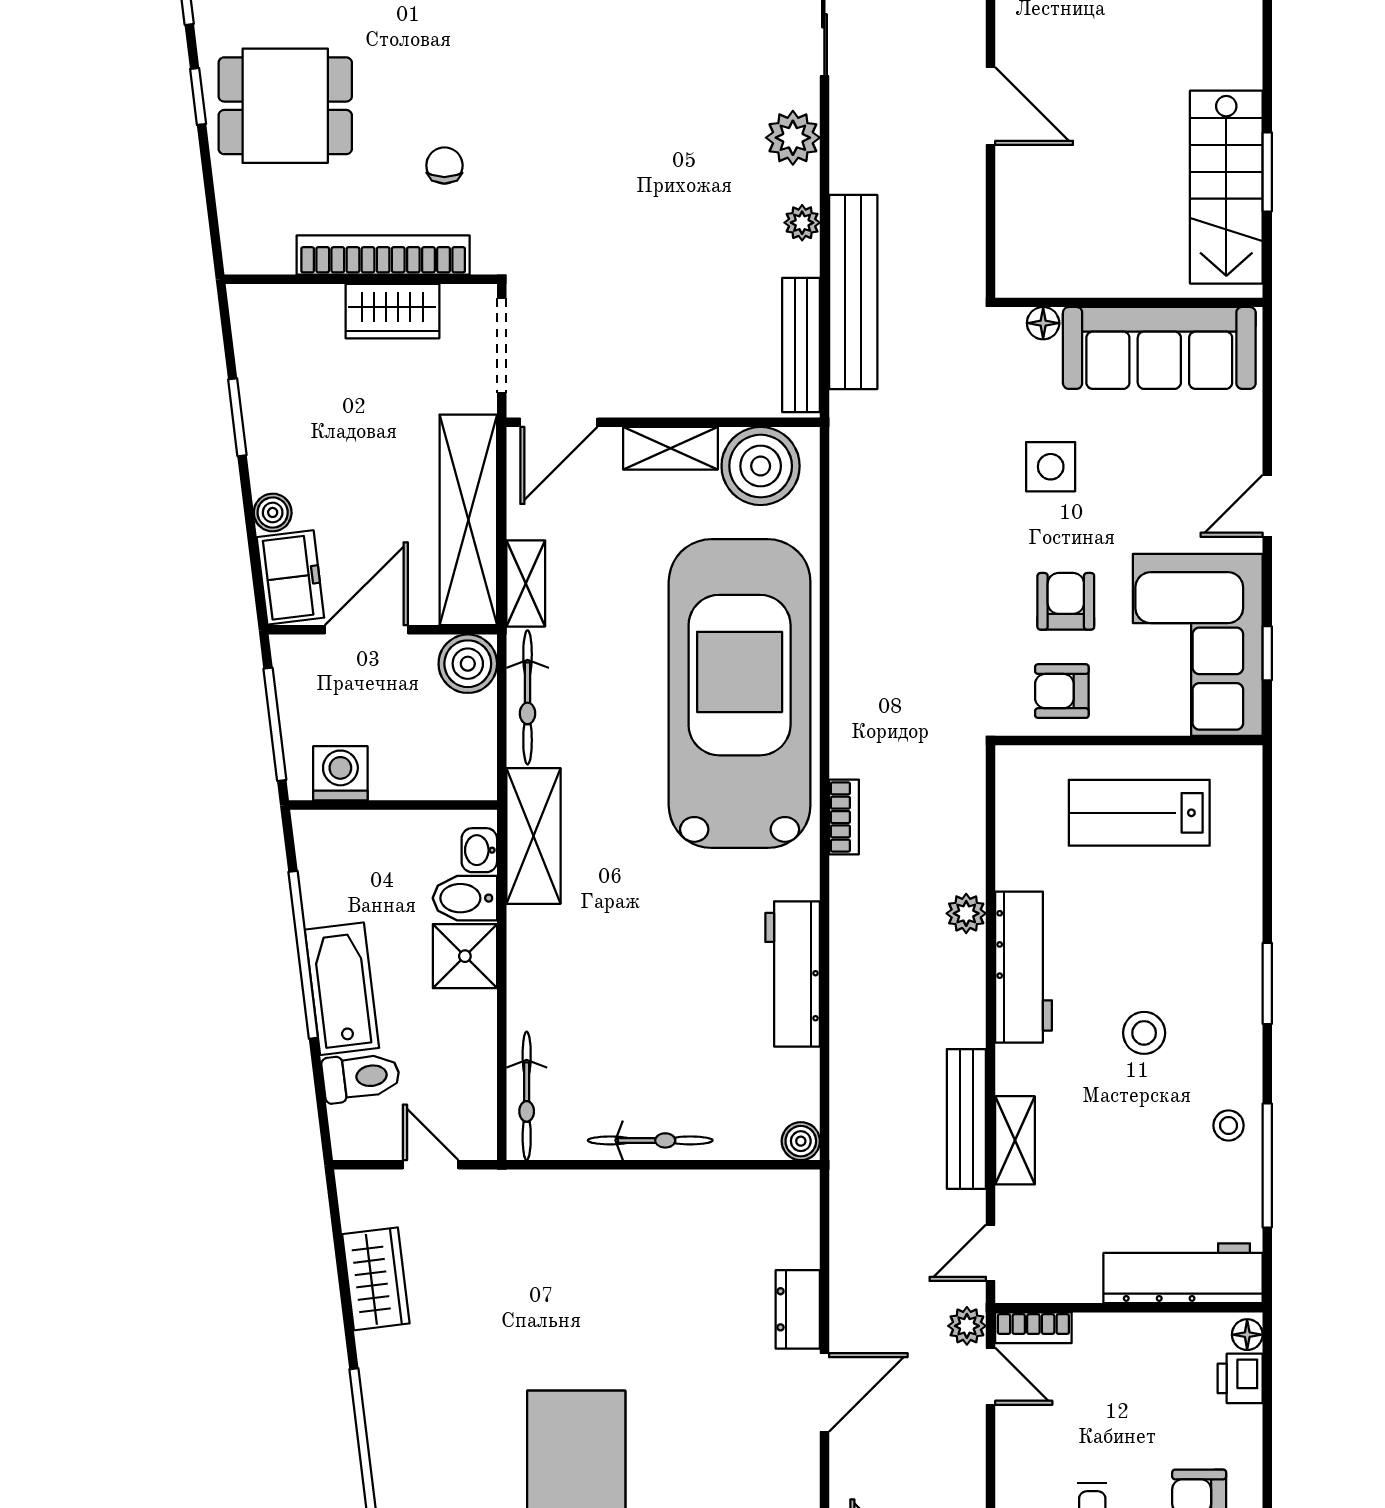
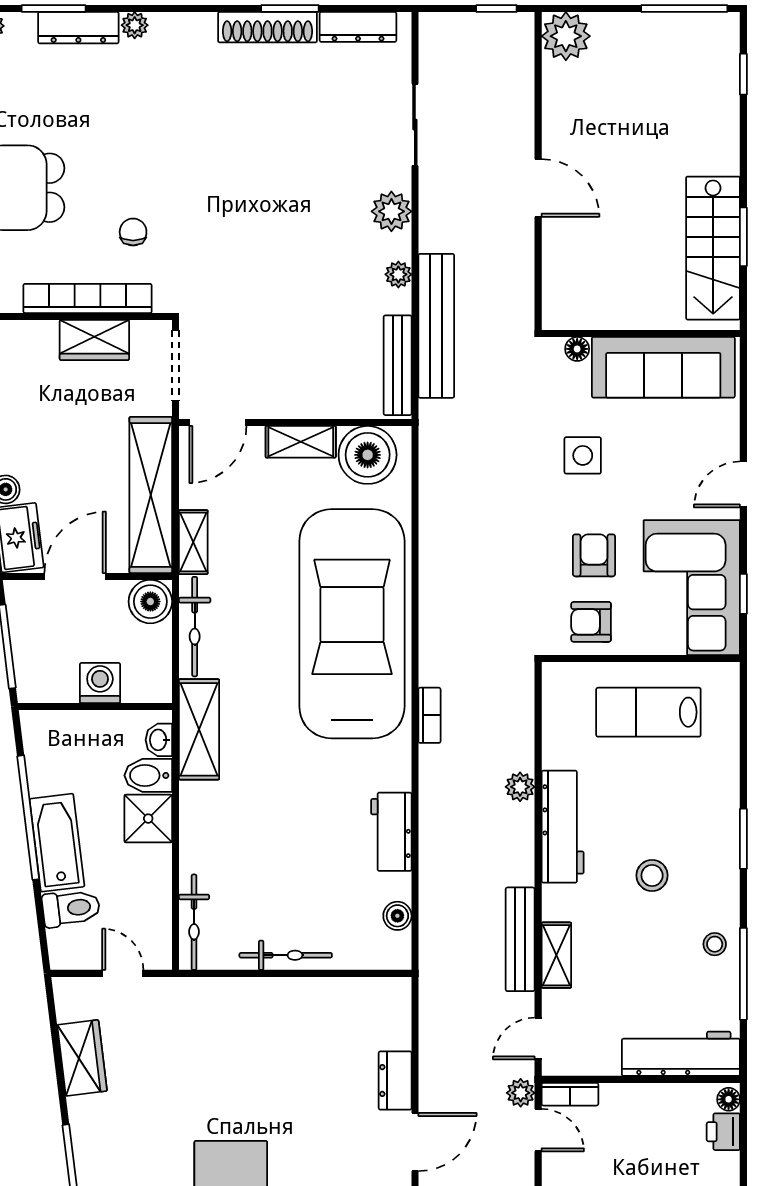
washing machine: (340, 773) -> (100, 683), moved
workbench: (793, 974) -> (391, 832), width x0.73
boiler: (801, 1141) -> (397, 916), moved

